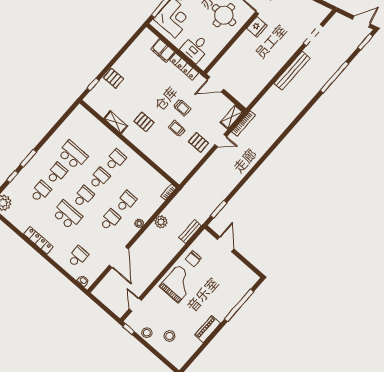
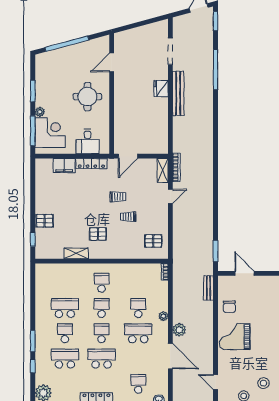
fridge: (257, 27) -> (161, 88), moved, turned 180
pallet: (198, 142) -> (153, 241), moved
school desk: (41, 192) -> (65, 359), width x1.85
school desk: (110, 220) -> (138, 333), width x1.85
plant: (161, 222) -> (179, 330), moved
grand piano: (178, 284) -> (235, 337), turned -90

